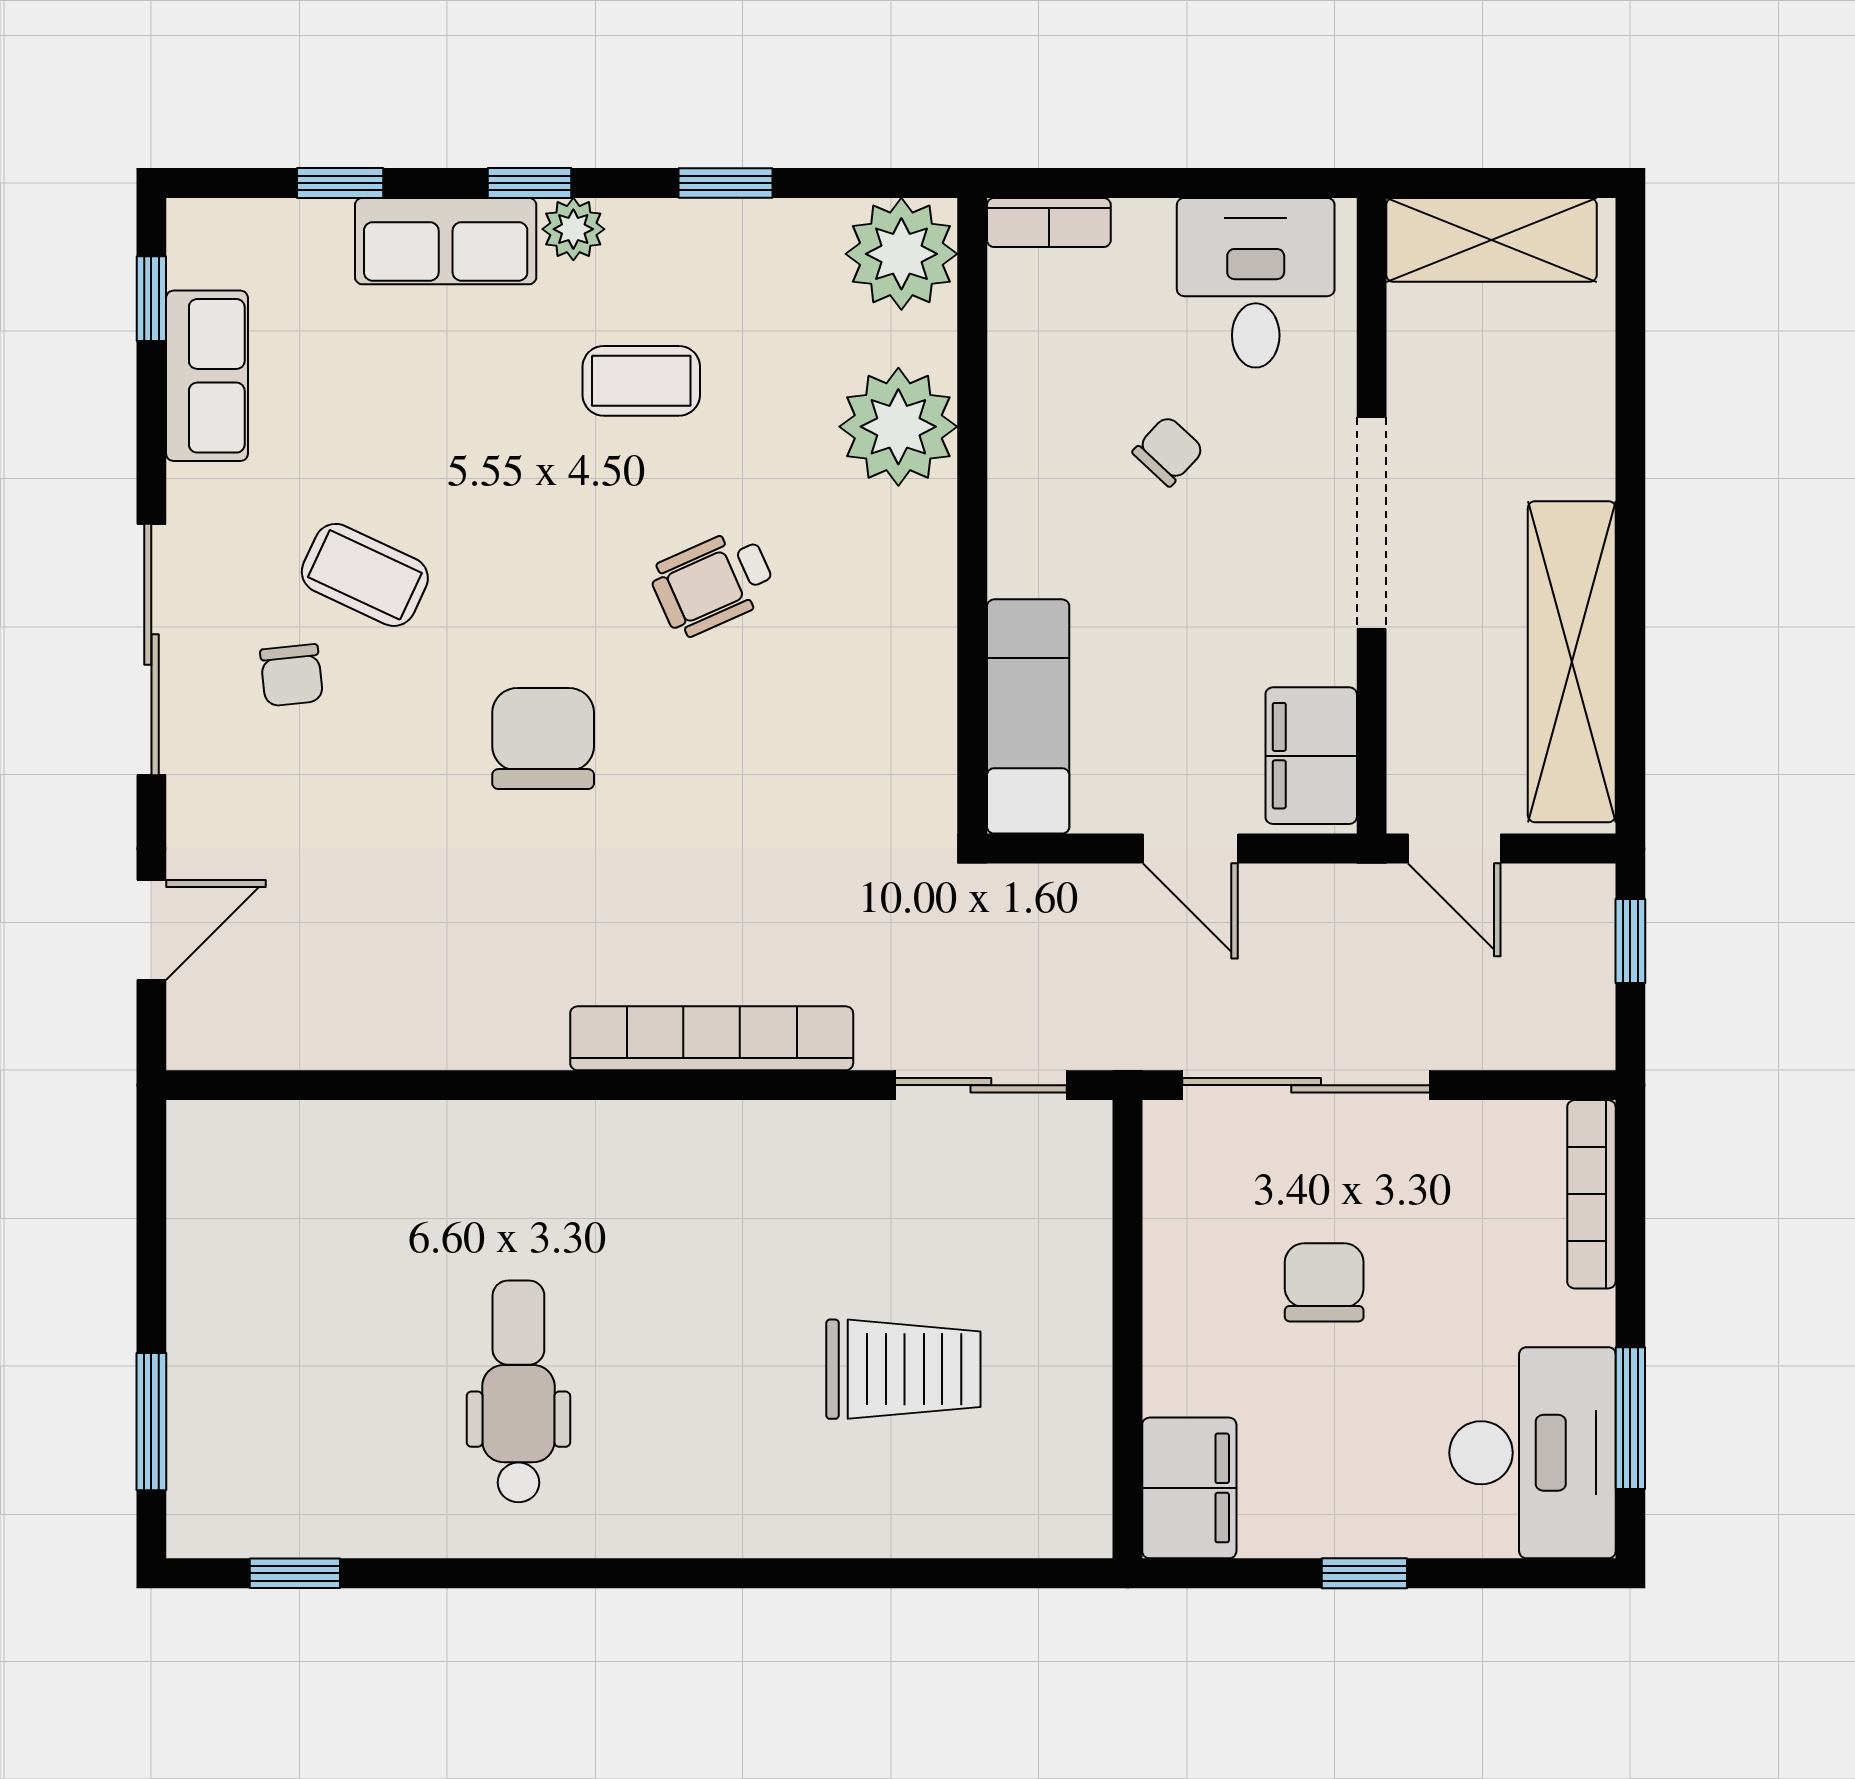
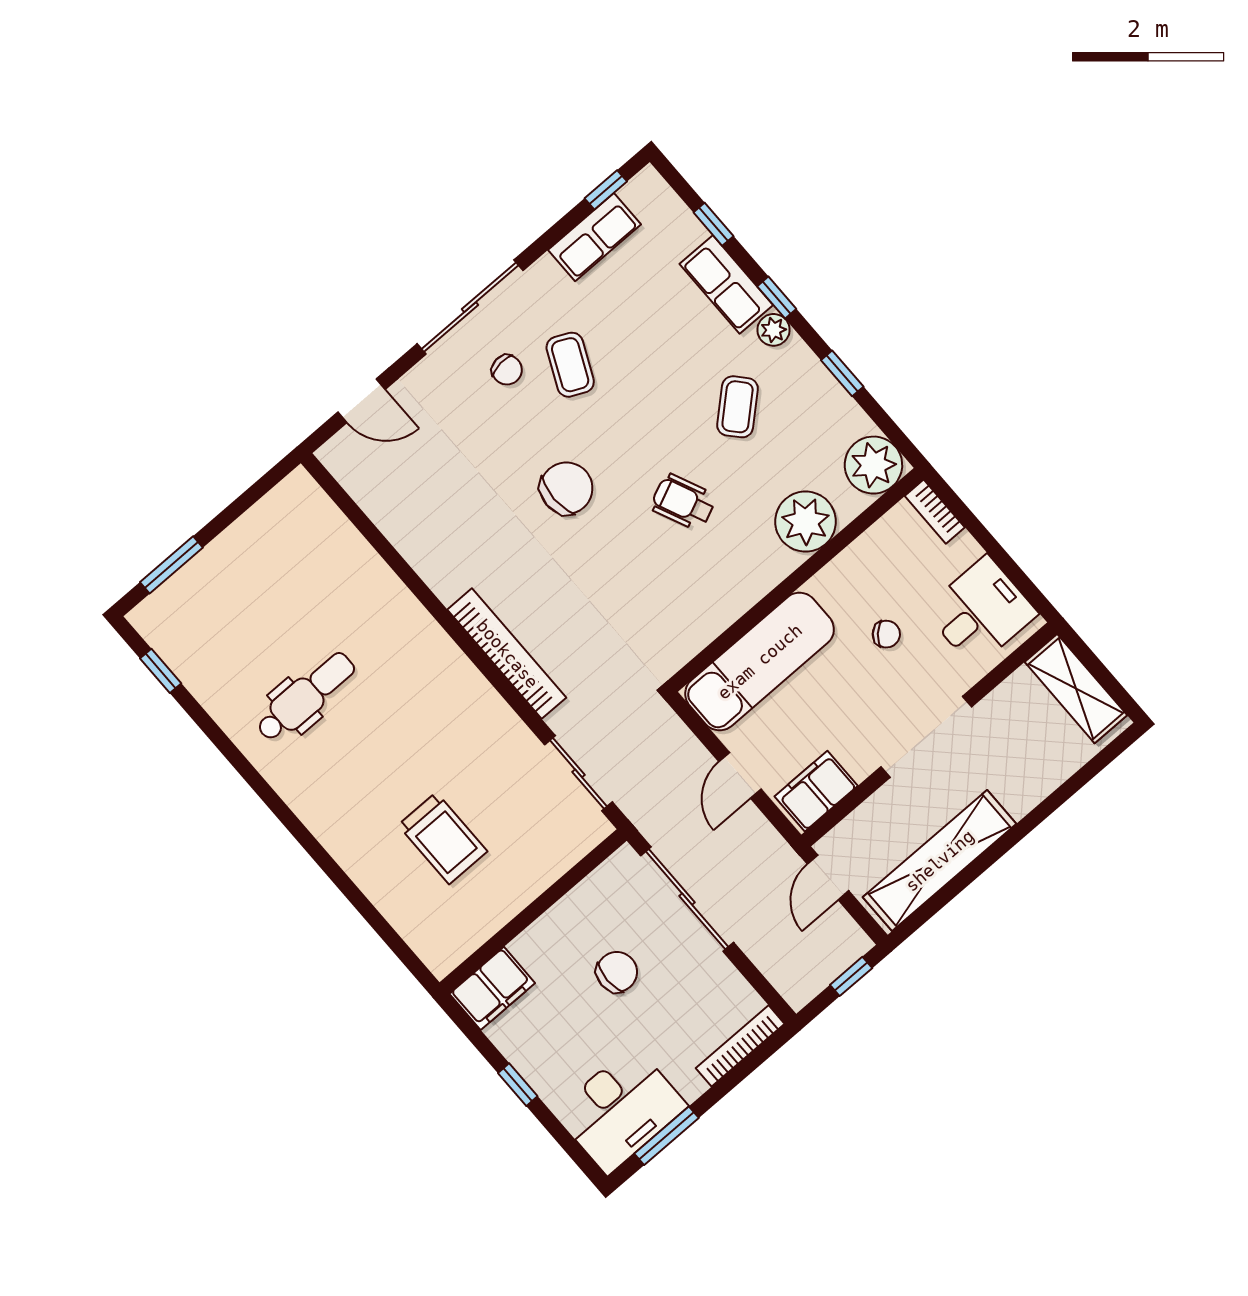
coffee table: (641, 381) -> (738, 407), turned 48
chair: (292, 675) -> (507, 370), turned -90
exam couch: (1028, 716) -> (760, 662), width x1.36, depth x1.45

